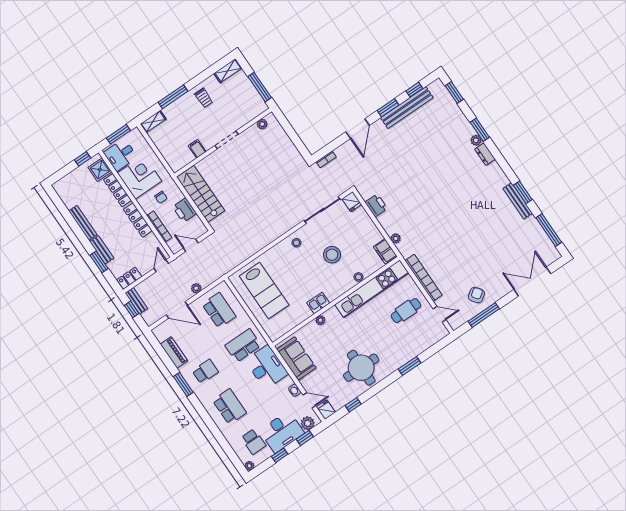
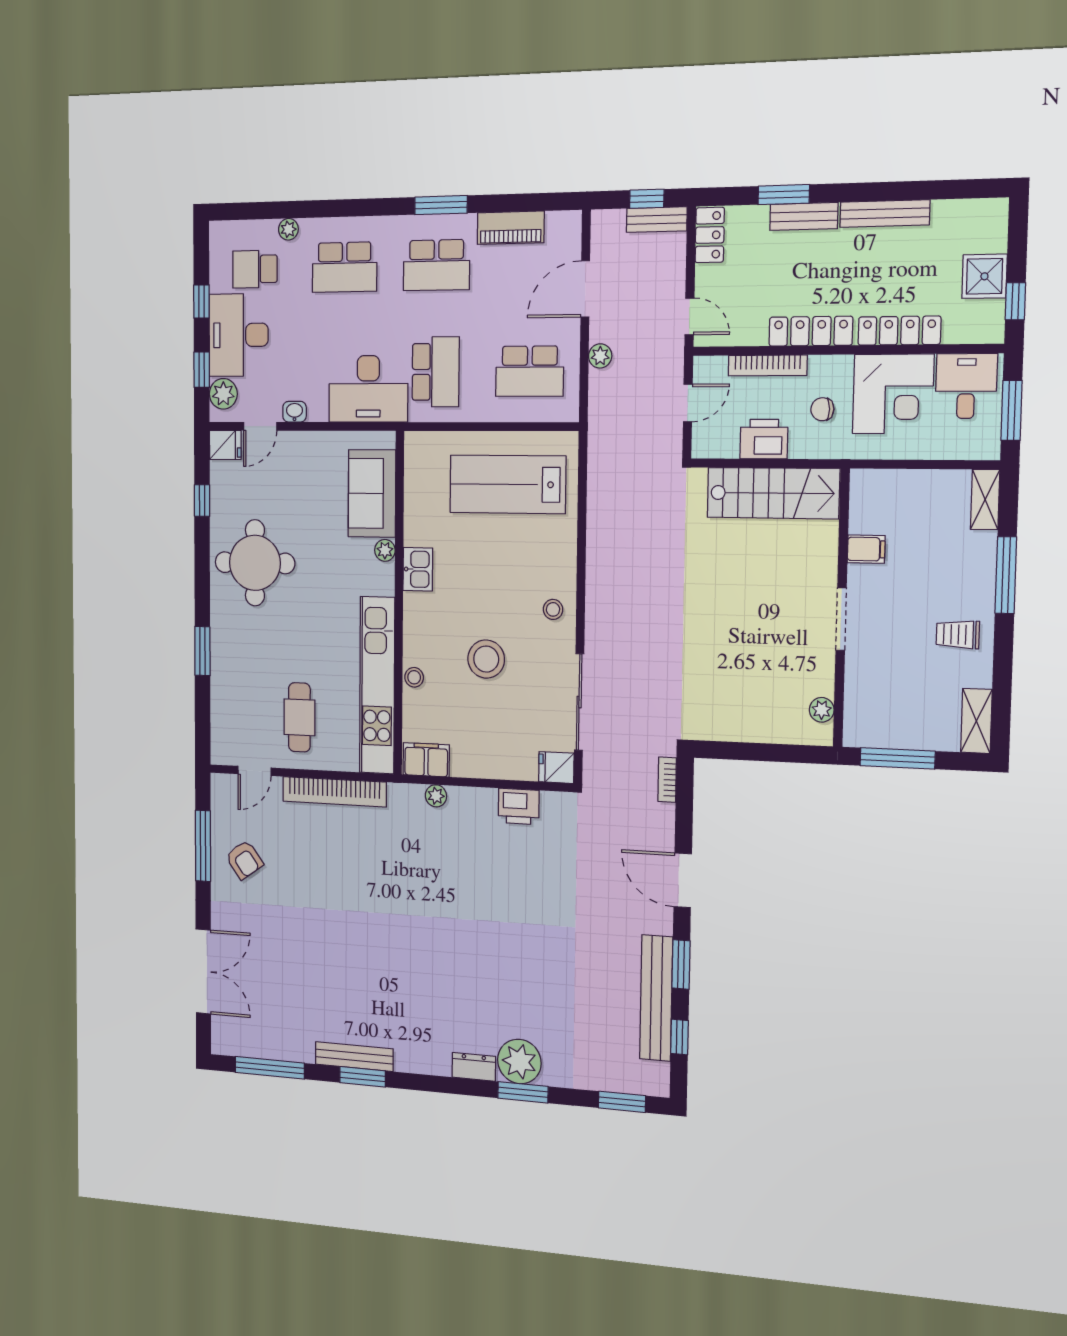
plant: (476, 140) -> (519, 1061), width x1.88, depth x1.88
shower: (100, 170) -> (984, 276), moved
sofa: (296, 358) -> (372, 493), moved, turned 90
school desk: (205, 371) -> (436, 265), width x1.85
plant: (249, 466) -> (288, 229), moved

